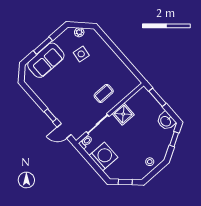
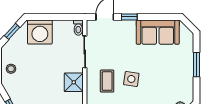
side table: (81, 54) -> (131, 79), moved
sofa: (46, 60) -> (158, 32), moved, turned -90
washing machine: (103, 156) -> (40, 32), moved

